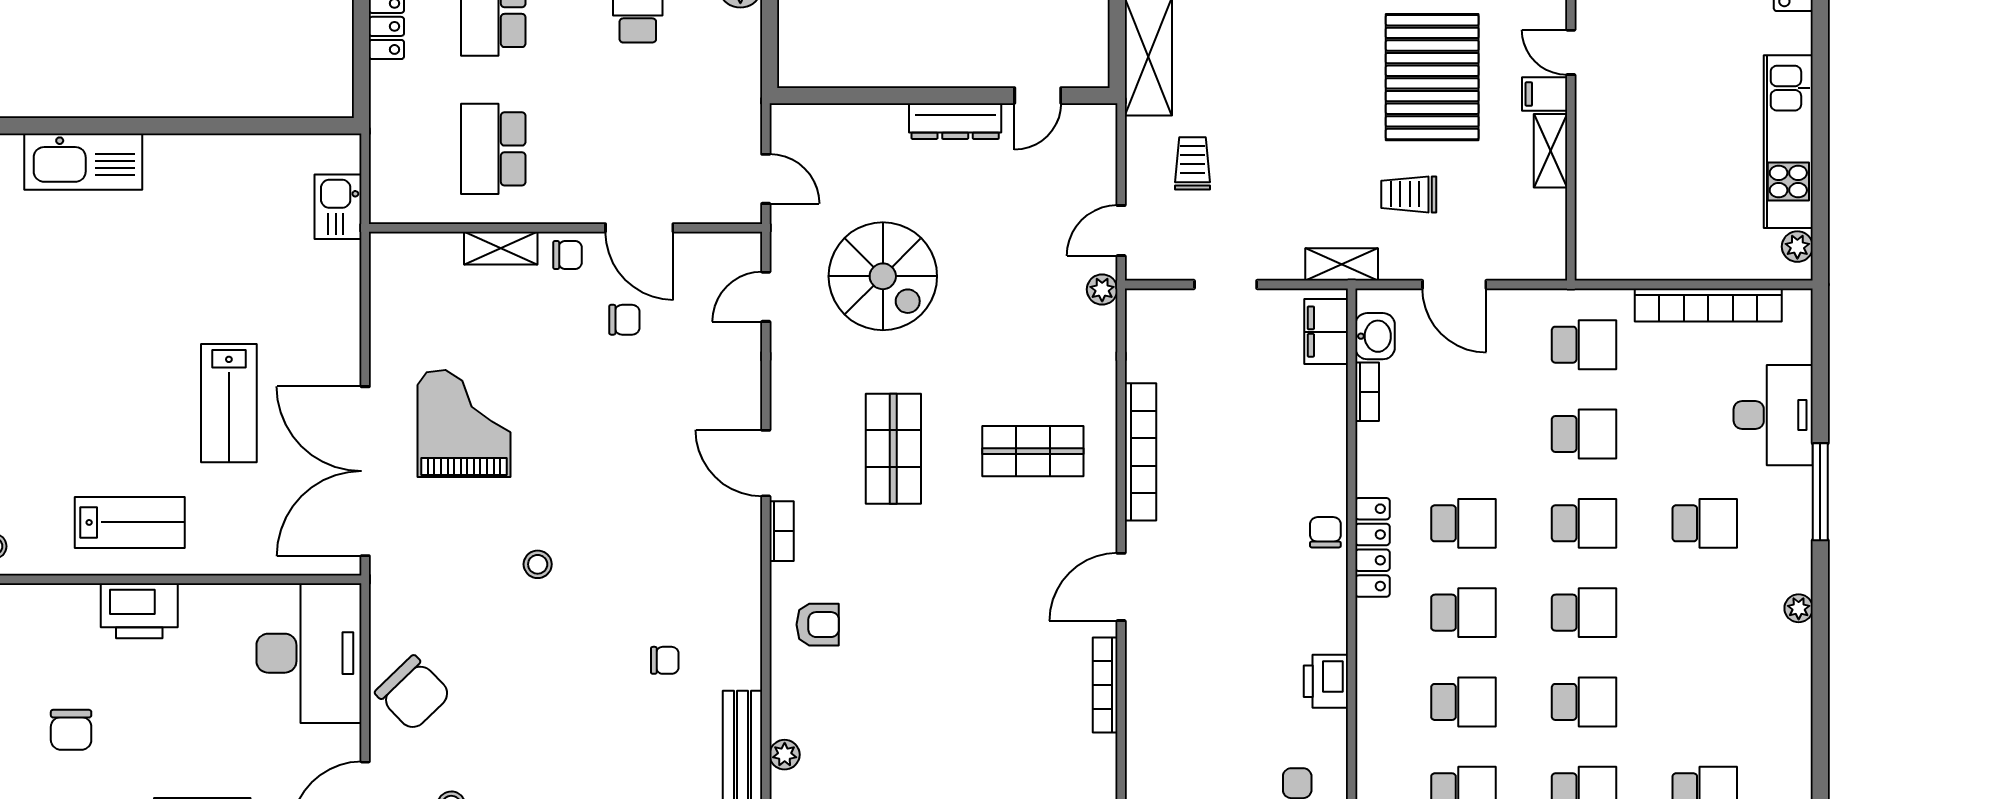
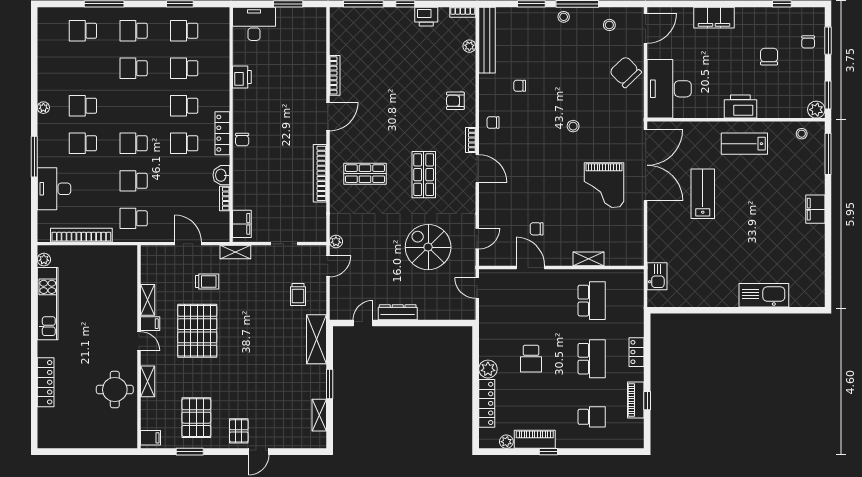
chair: (568, 255) -> (493, 123), moved
washbasin: (1375, 336) -> (221, 175), moved
school desk: (1584, 613) -> (83, 106), moved

